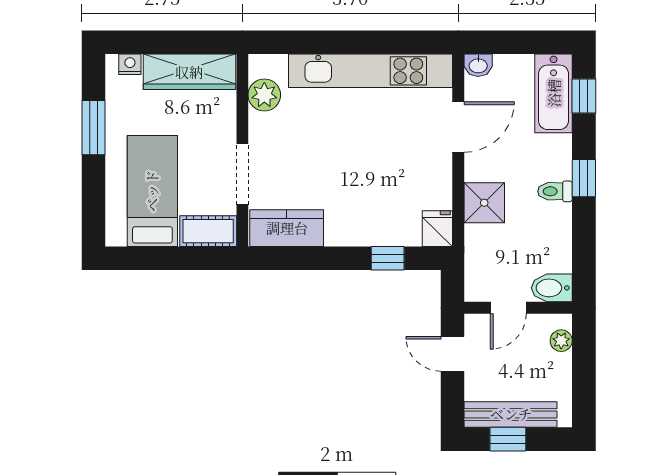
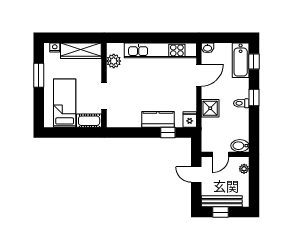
kitchen counter: (287, 228) -> (158, 119), moved

